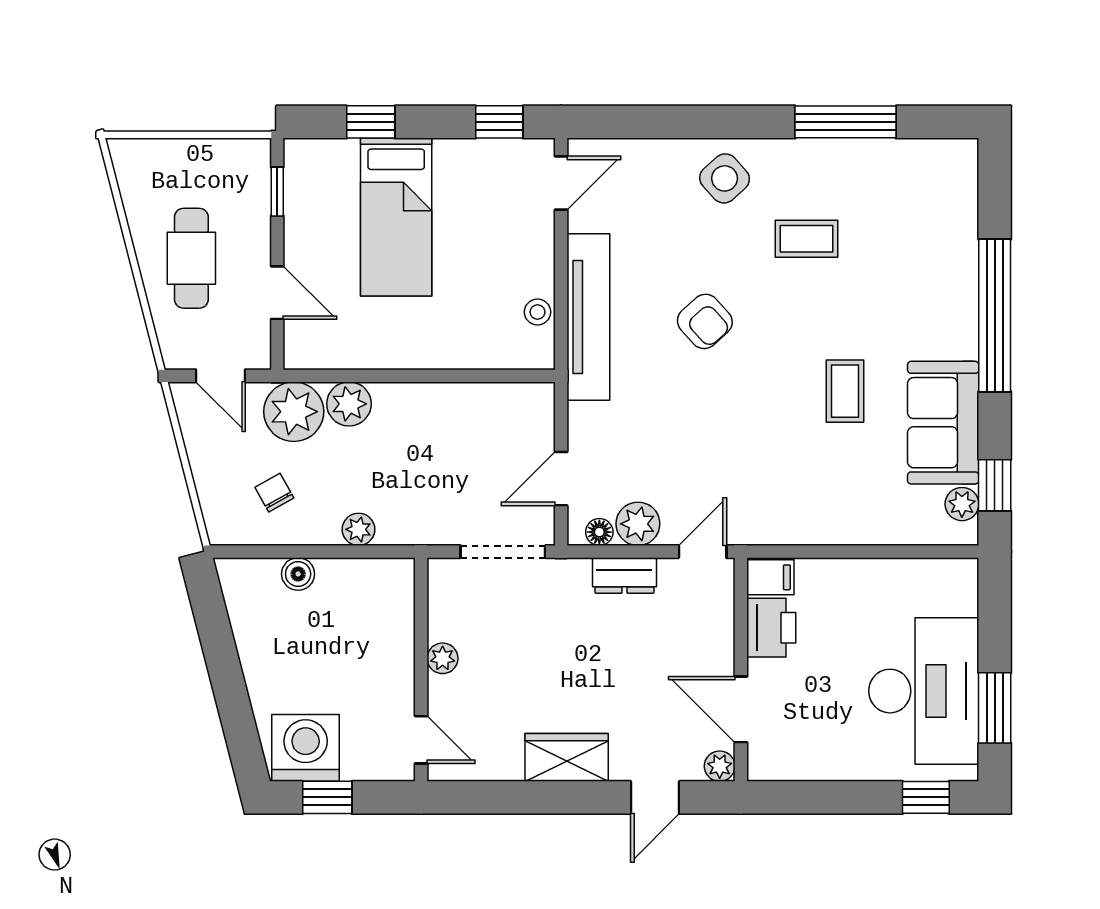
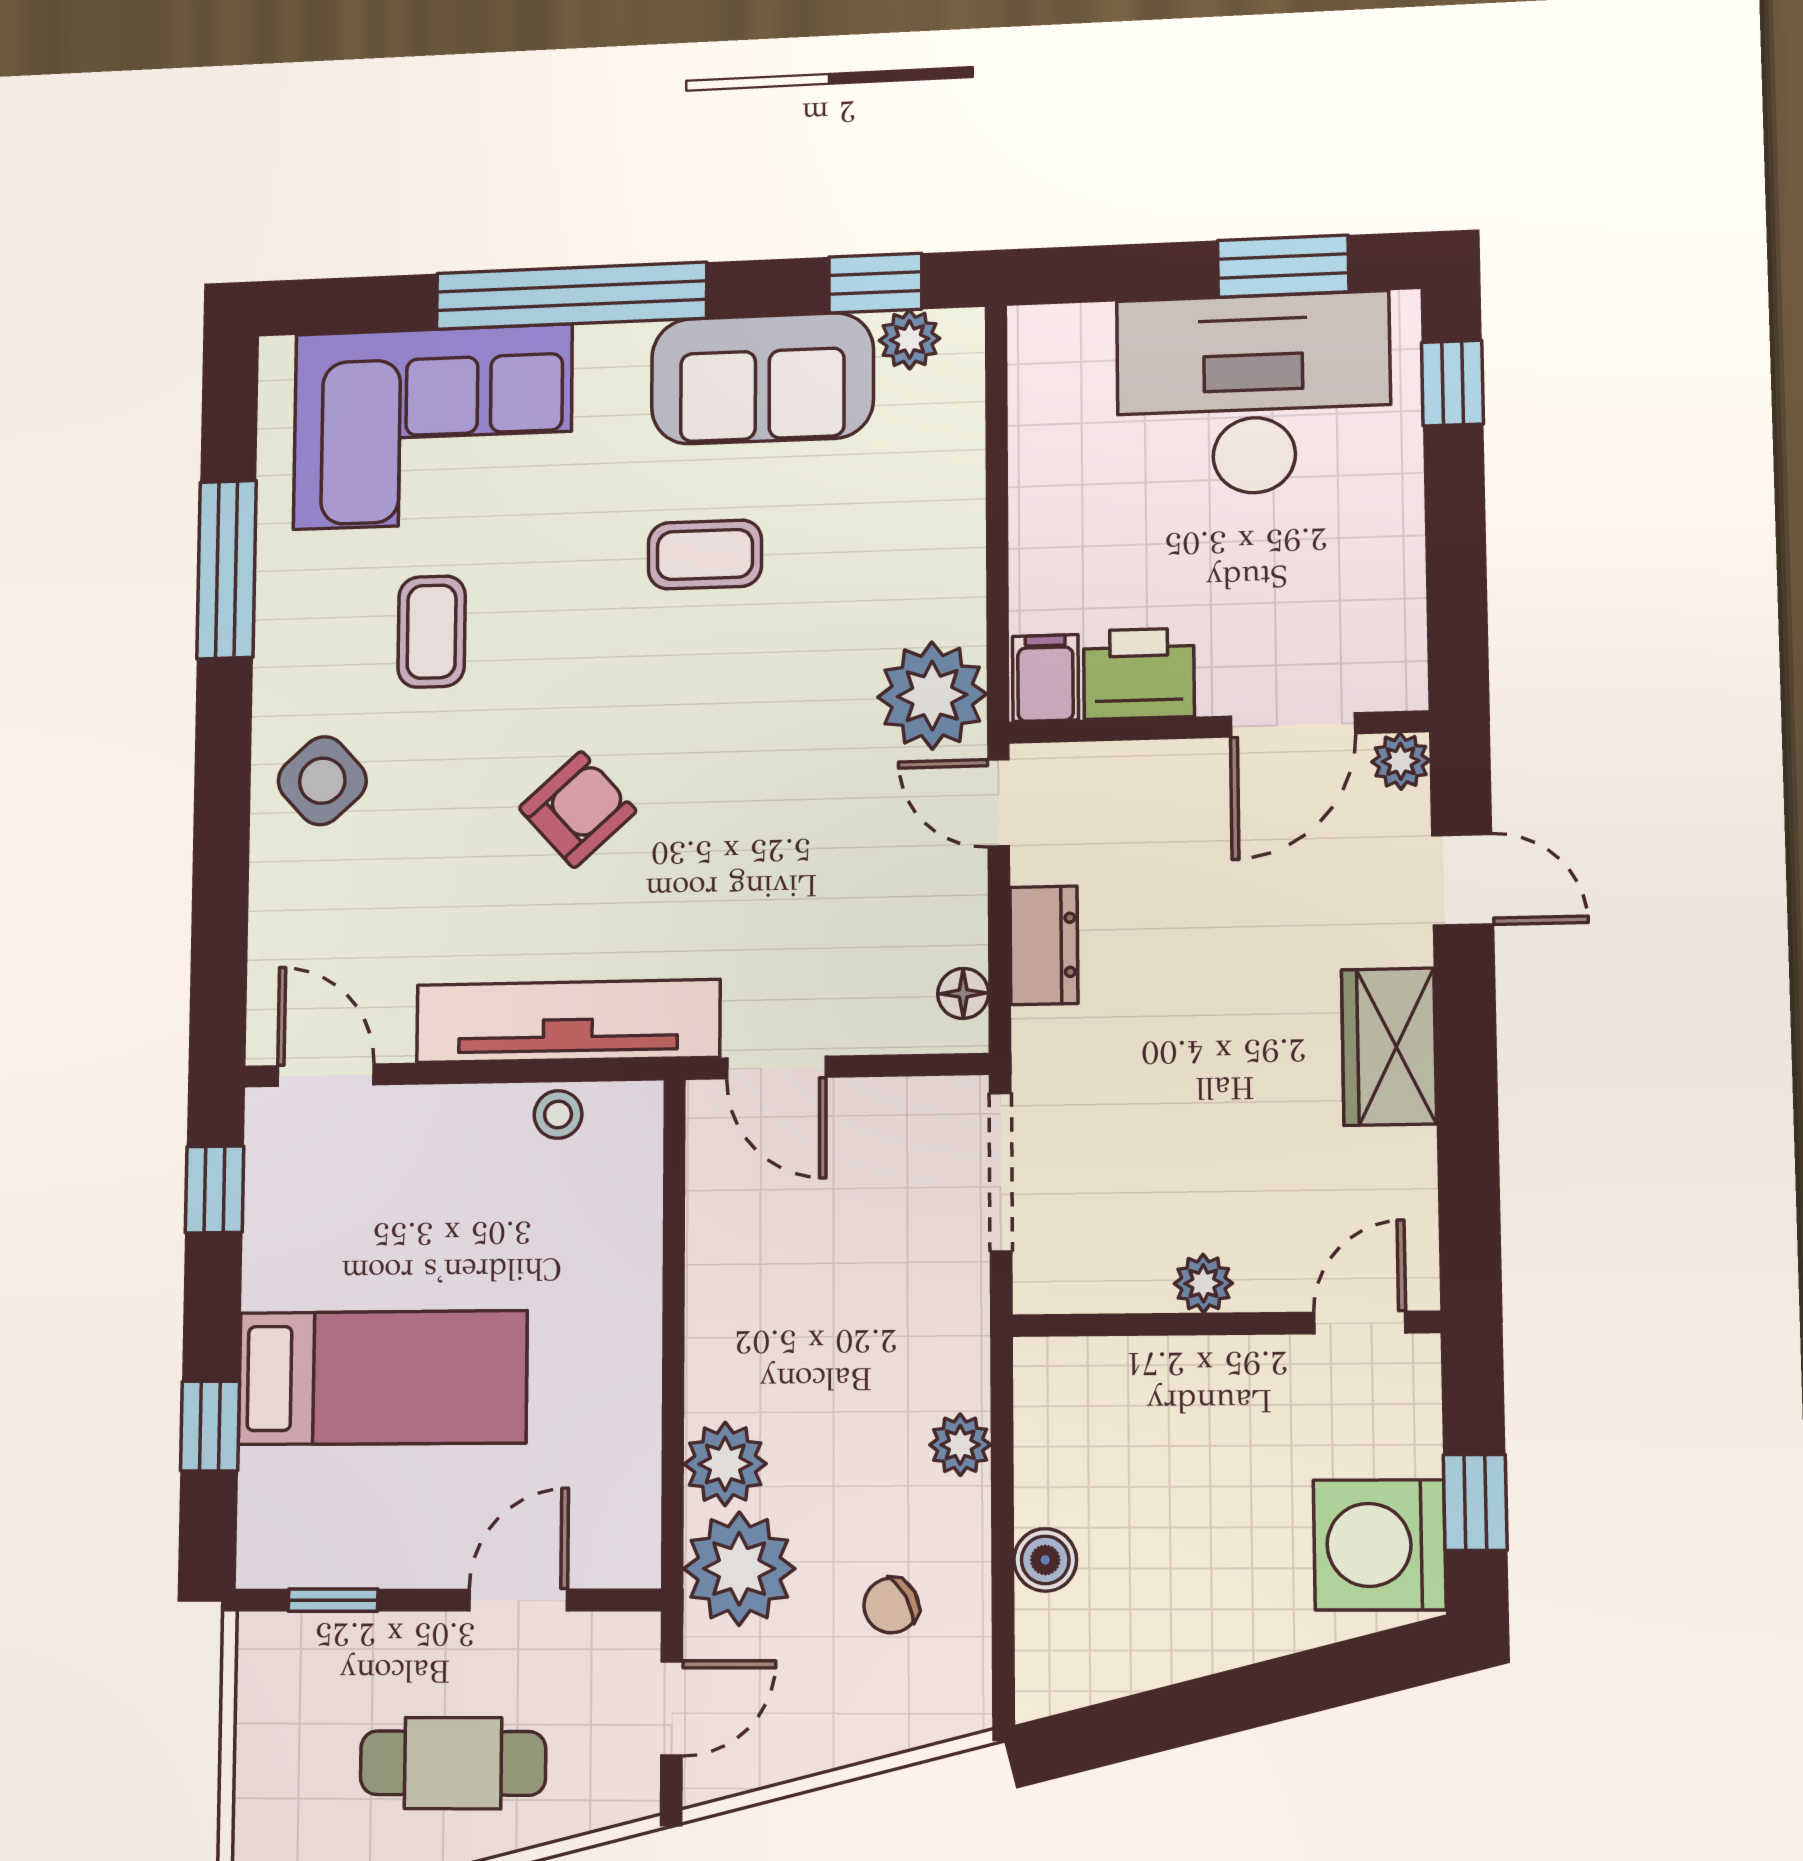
corner sofa: (923, 238) -> (433, 427), added
door: (561, 479) -> (776, 1068), moved
plant: (638, 524) -> (932, 696), moved, width x1.36, depth x1.36

